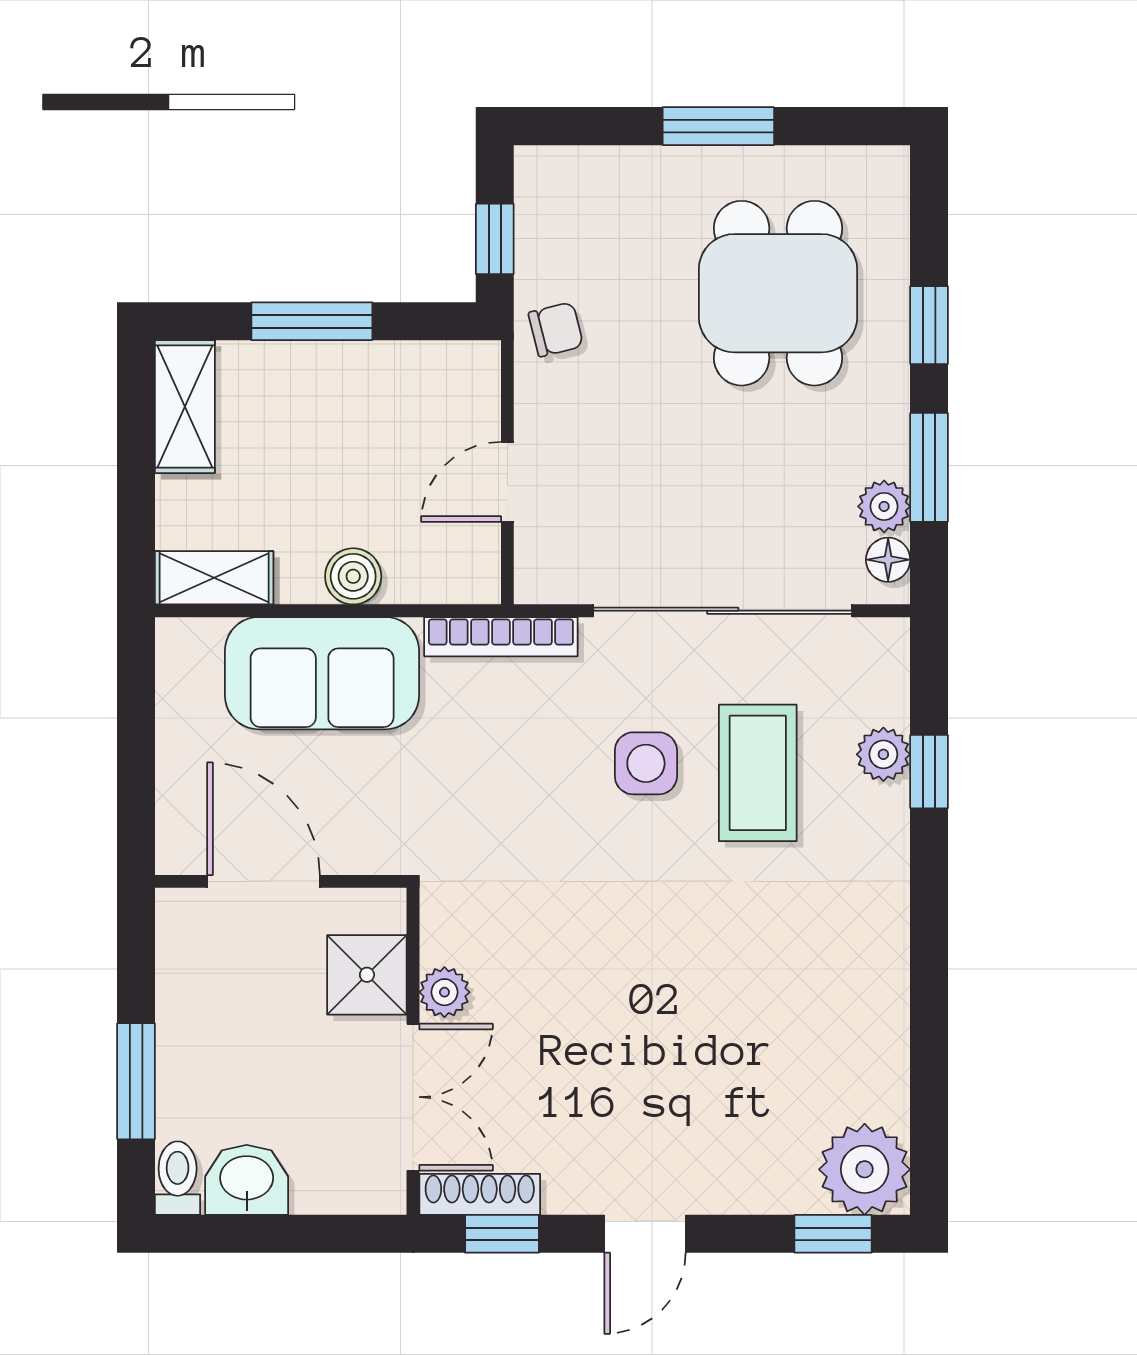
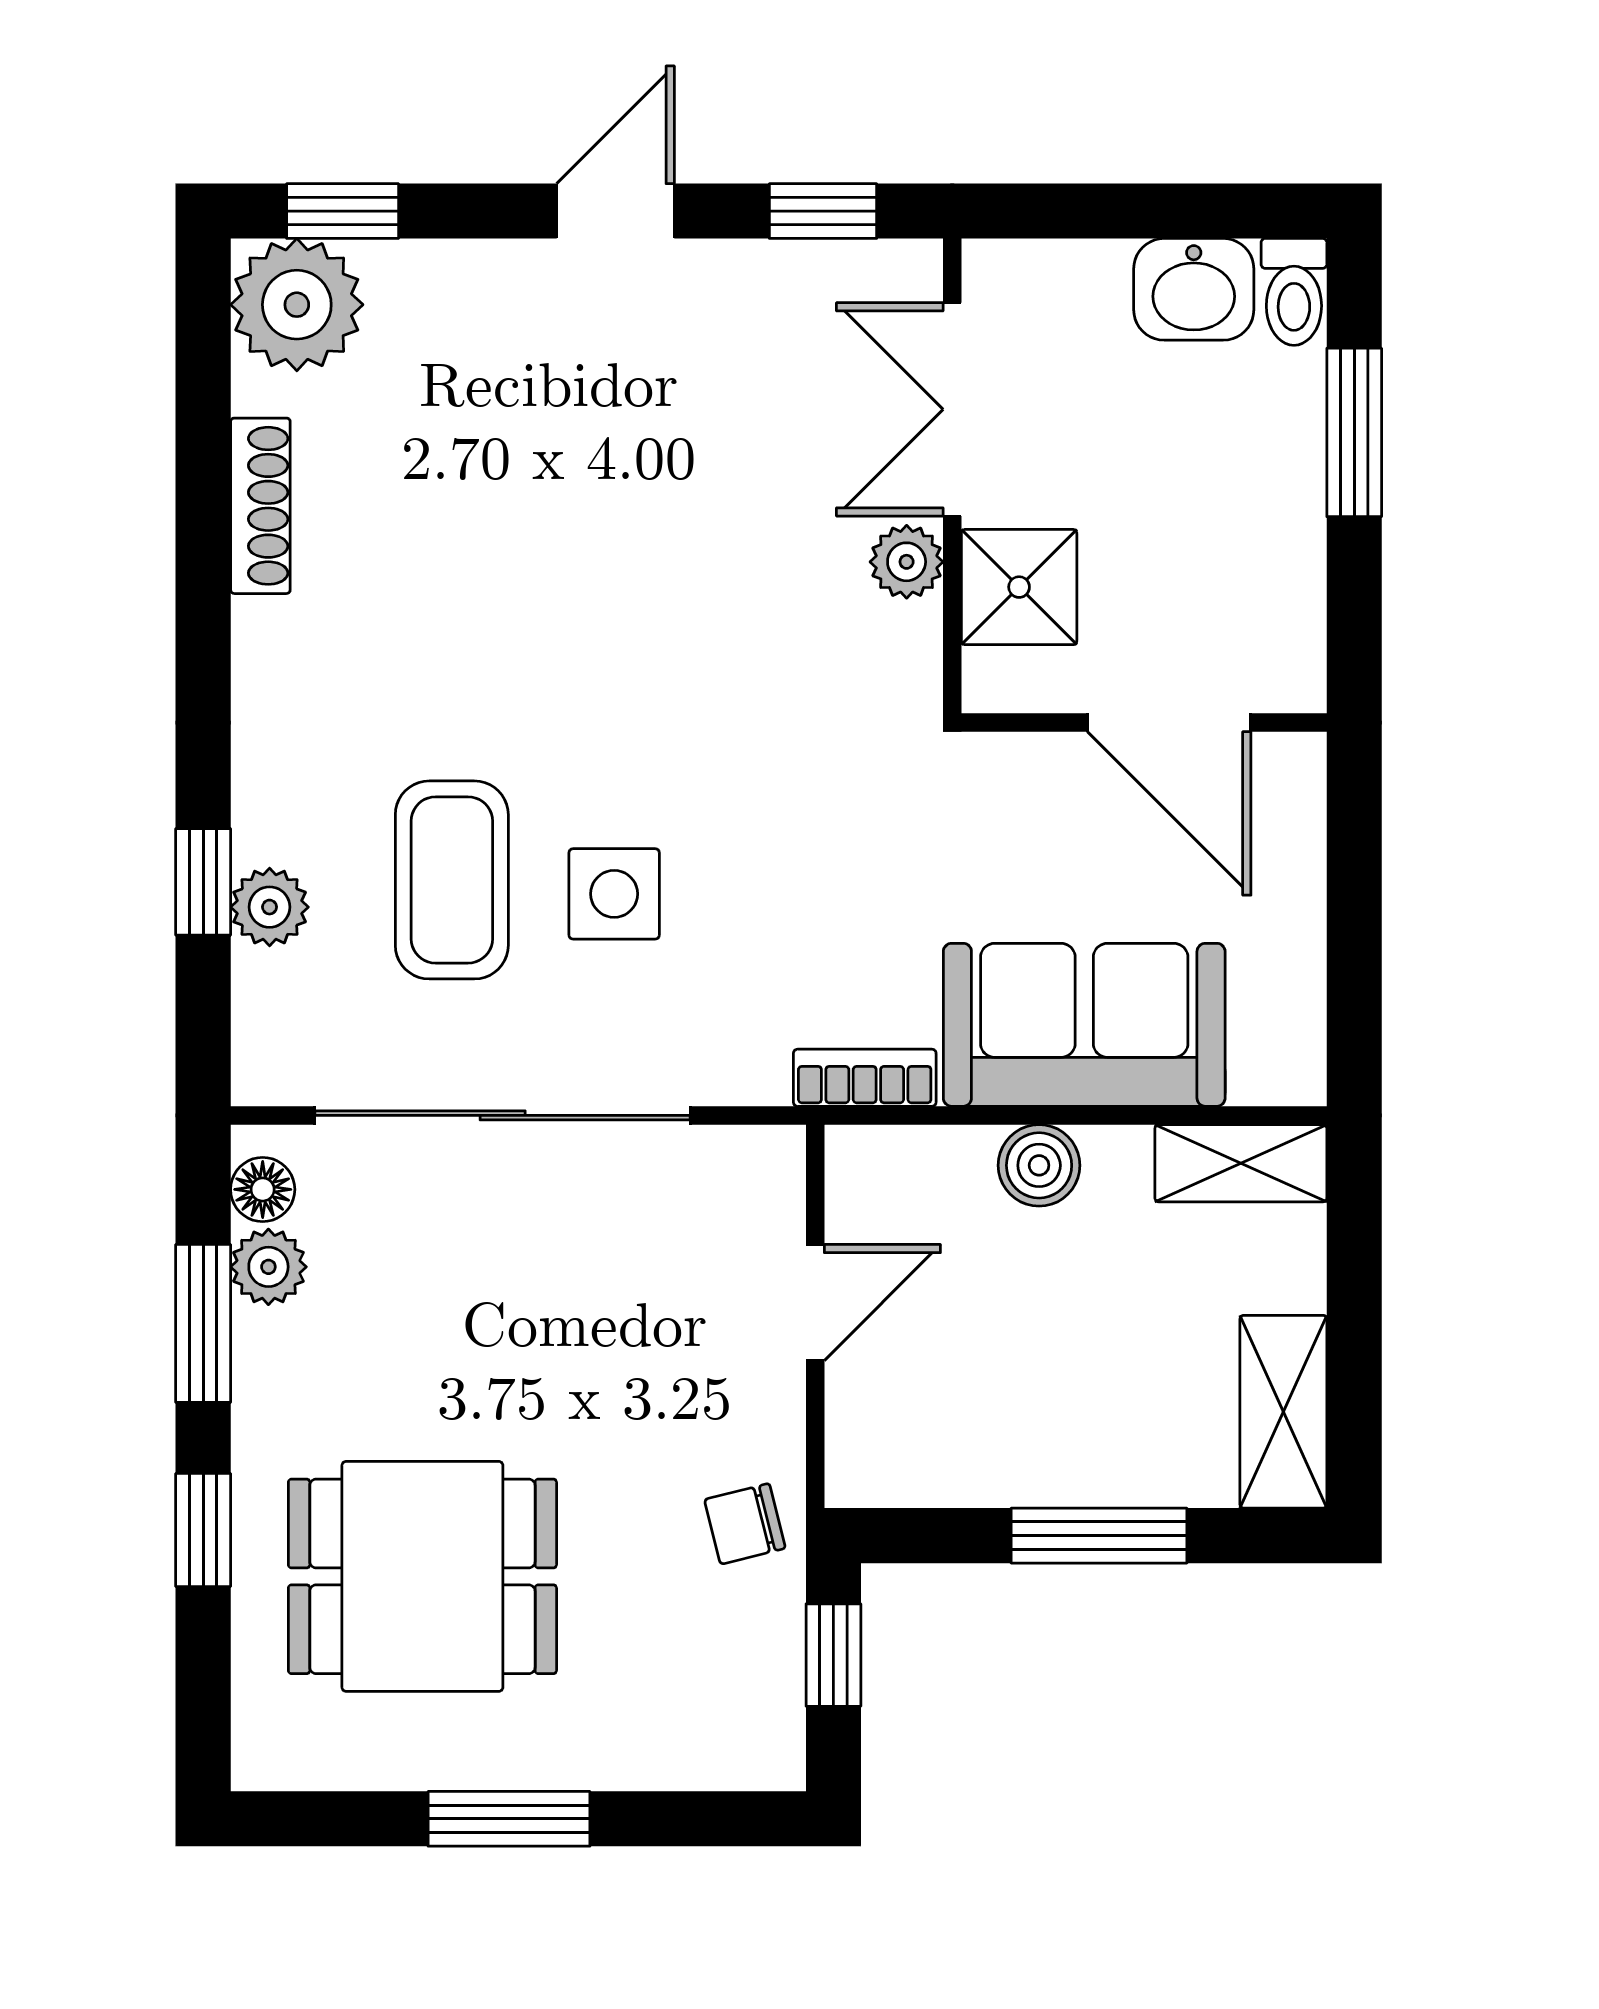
dining table: (778, 293) -> (422, 1576), turned 90
bookcase: (501, 637) -> (865, 1078), width x0.64
shoe rack: (480, 1194) -> (260, 506), moved, turned -90

